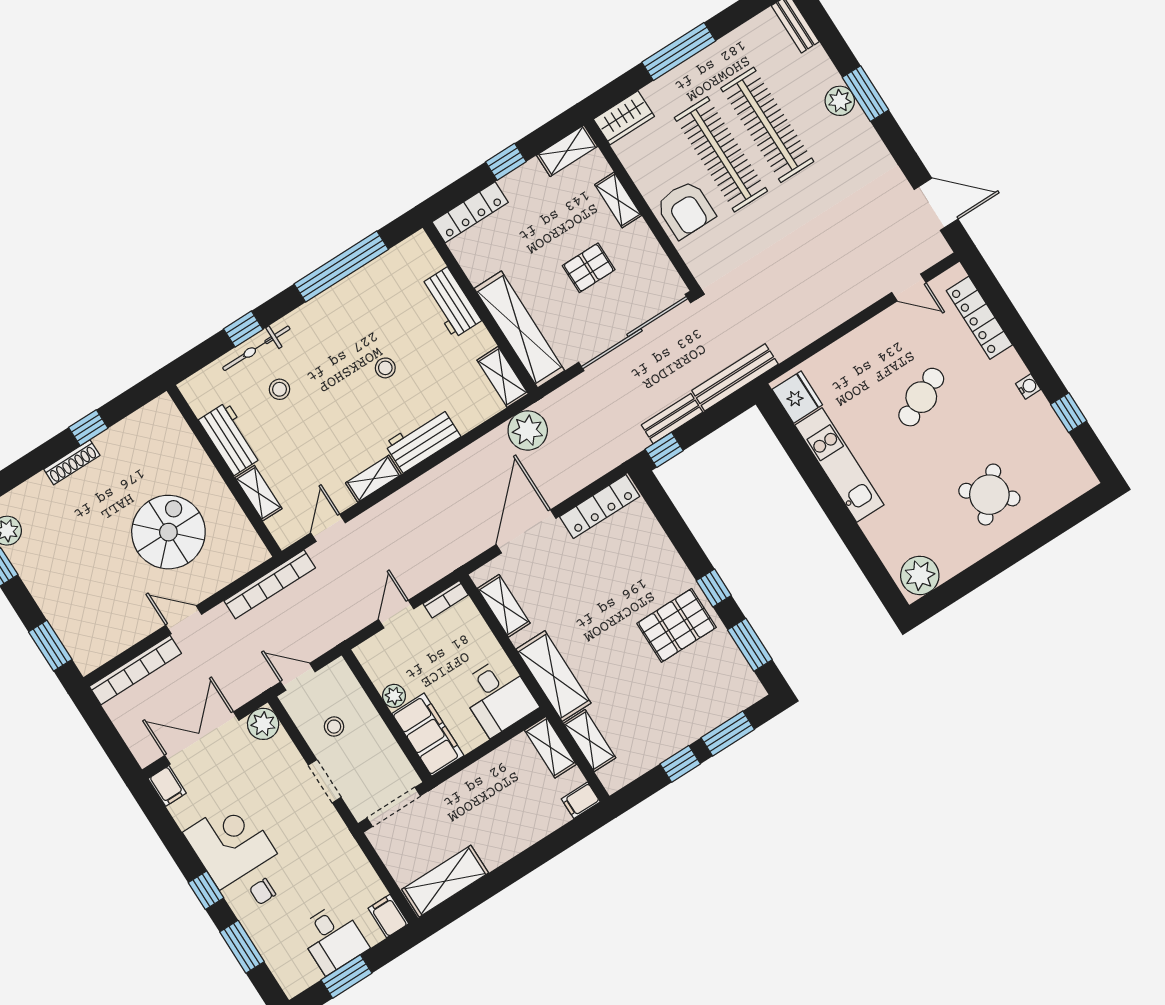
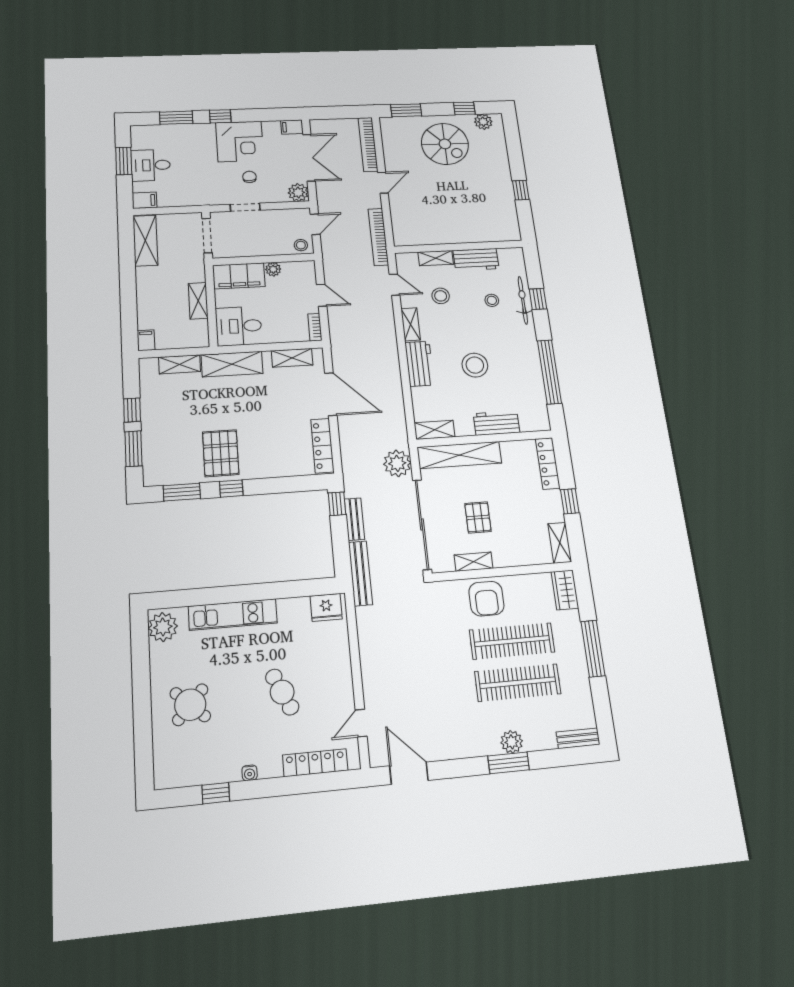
shelving: (618, 200) -> (474, 562), moved
door: (936, 204) -> (409, 773), swing flipped
armchair: (686, 209) -> (486, 599), turned -90
stool: (385, 368) -> (475, 365), width x1.89, depth x1.89
plant: (528, 430) -> (397, 463), moved
stool: (311, 460) -> (441, 296), added
shoe rack: (72, 462) -> (505, 172), removed
kitchen unit: (839, 465) -> (233, 615), moved
spiral stairs: (168, 532) -> (445, 144), moved
stool: (334, 727) -> (301, 245), moved
shelving: (550, 747) -> (198, 301), moved, turned 90
chair: (263, 892) -> (249, 177), moved

